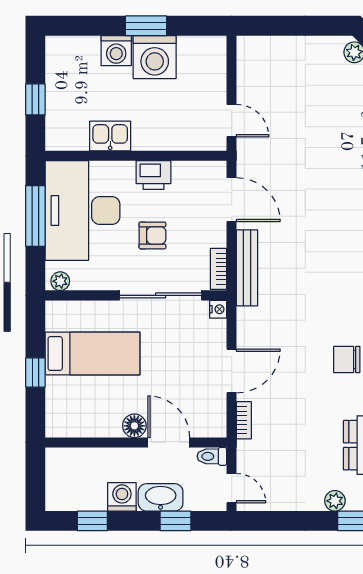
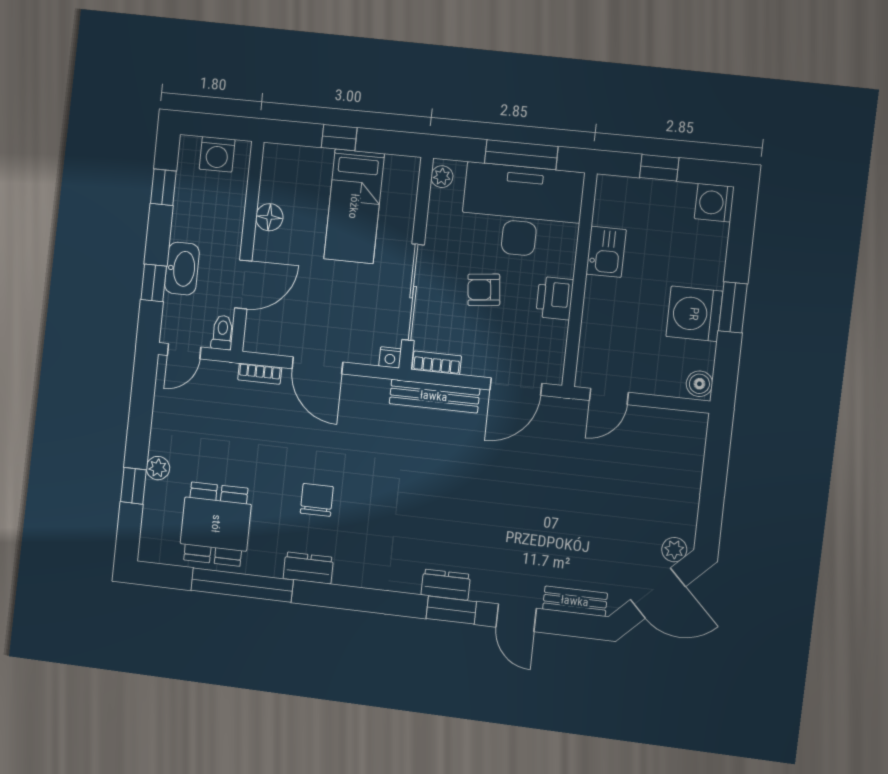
boiler: (213, 46) -> (699, 384), added
washing machine: (116, 51) -> (714, 203), moved
armchair: (152, 235) -> (484, 290), turned 84
floor lamp: (134, 426) -> (269, 217), moved
washing machine: (122, 497) -> (217, 154), moved, turned 90

